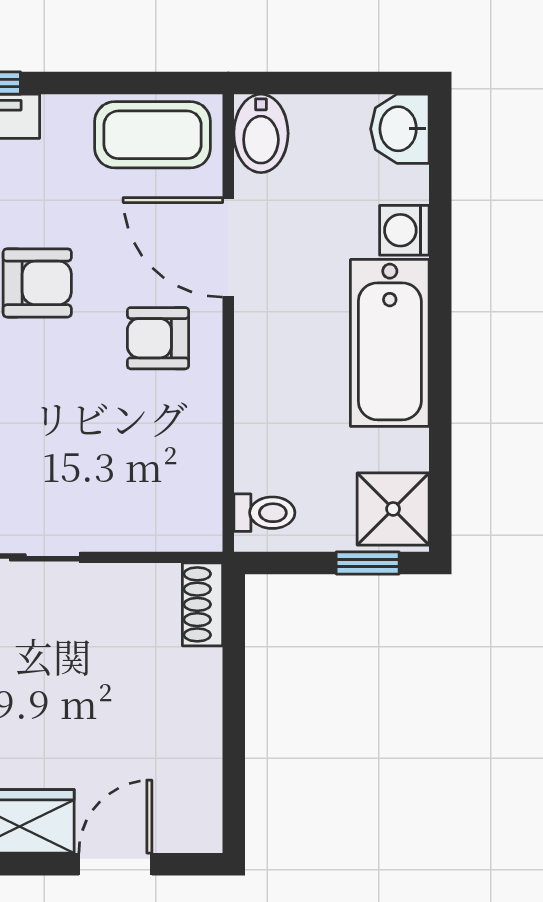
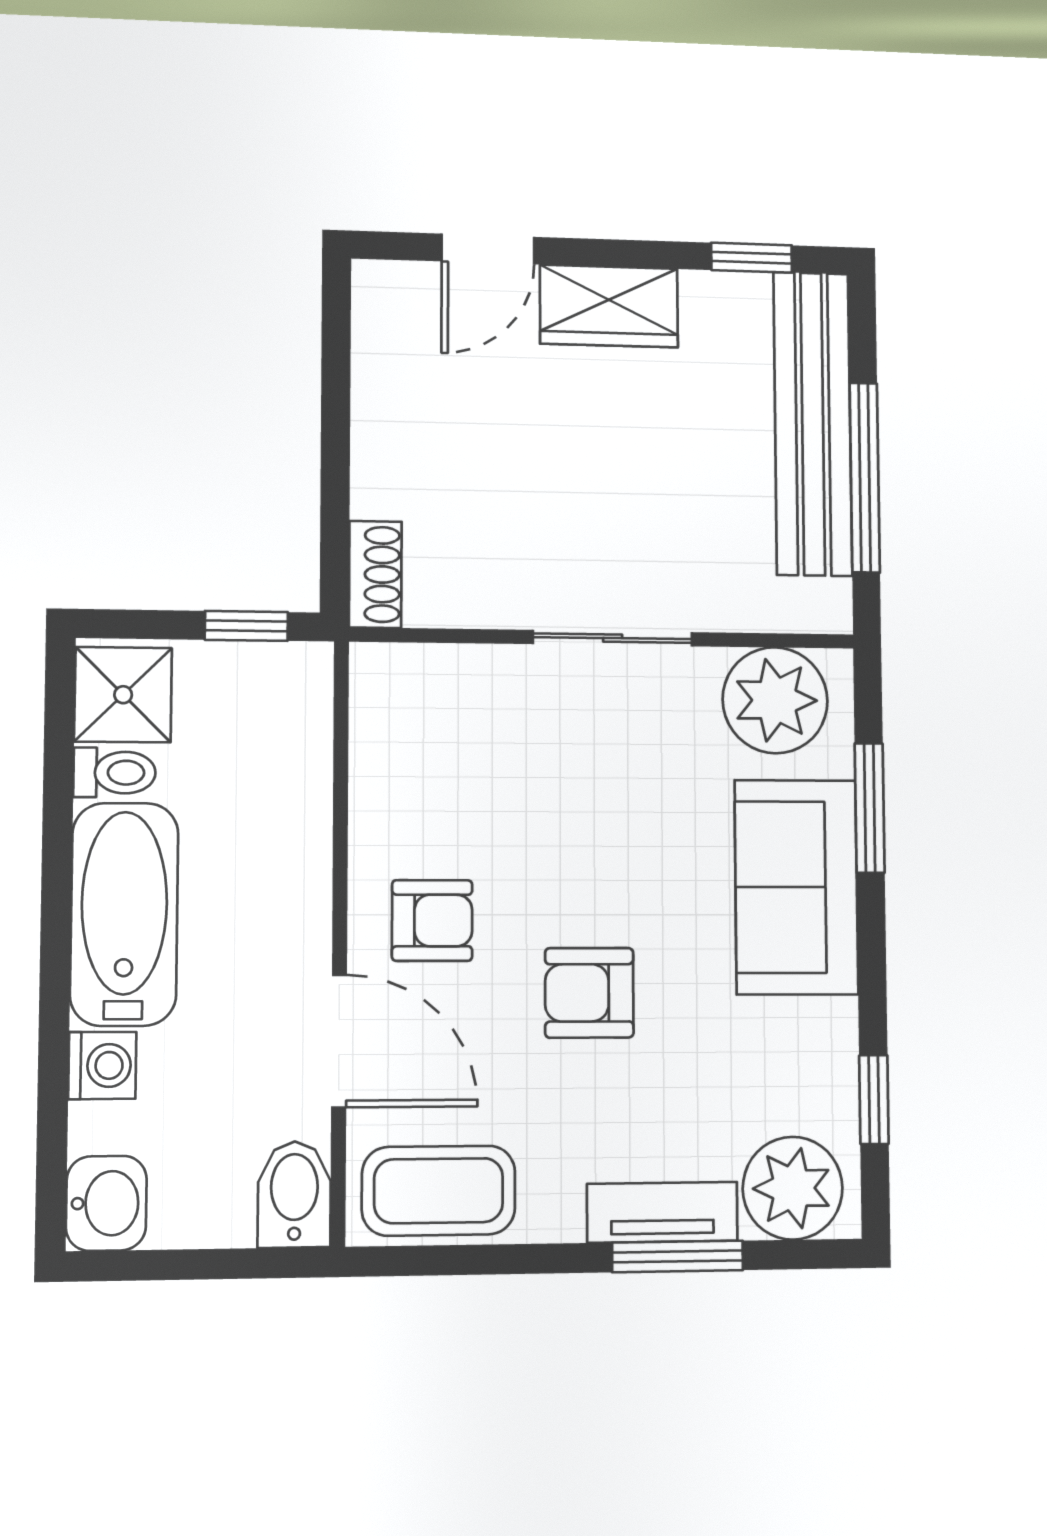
toilet: (264, 513) -> (115, 773), moved, turned 180
window: (368, 563) -> (246, 626), moved

